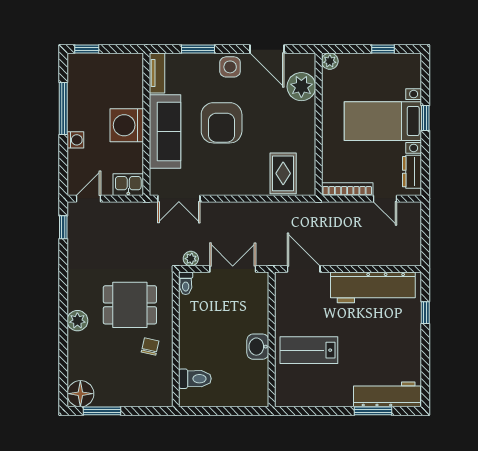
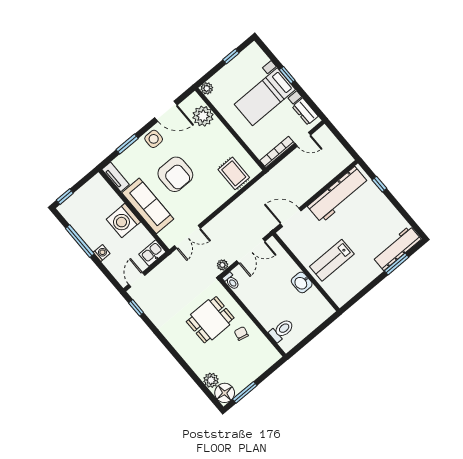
double door: (233, 269) -> (251, 251), swing flipped
plant: (77, 321) -> (211, 380), moved

